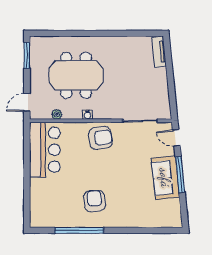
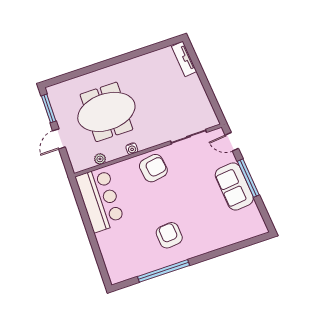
door: (27, 102) -> (59, 139), moved

